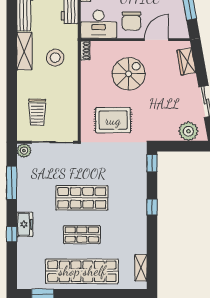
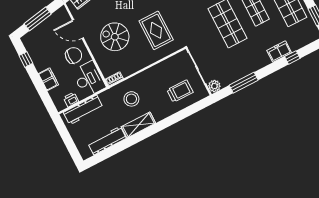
freezer: (25, 224) -> (279, 52), moved
window: (12, 234) -> (292, 57), moved

